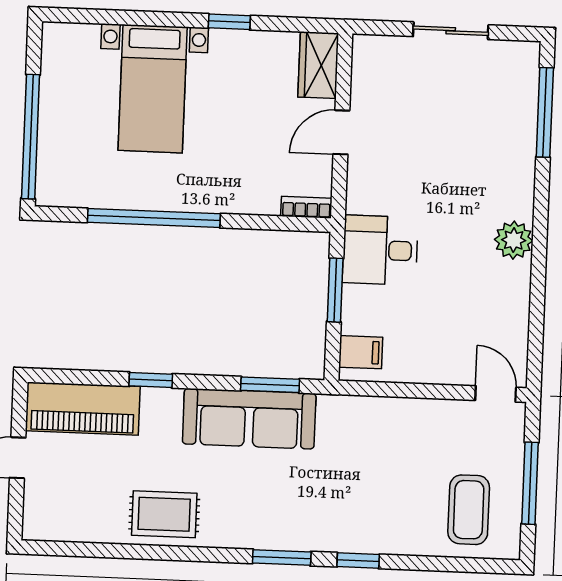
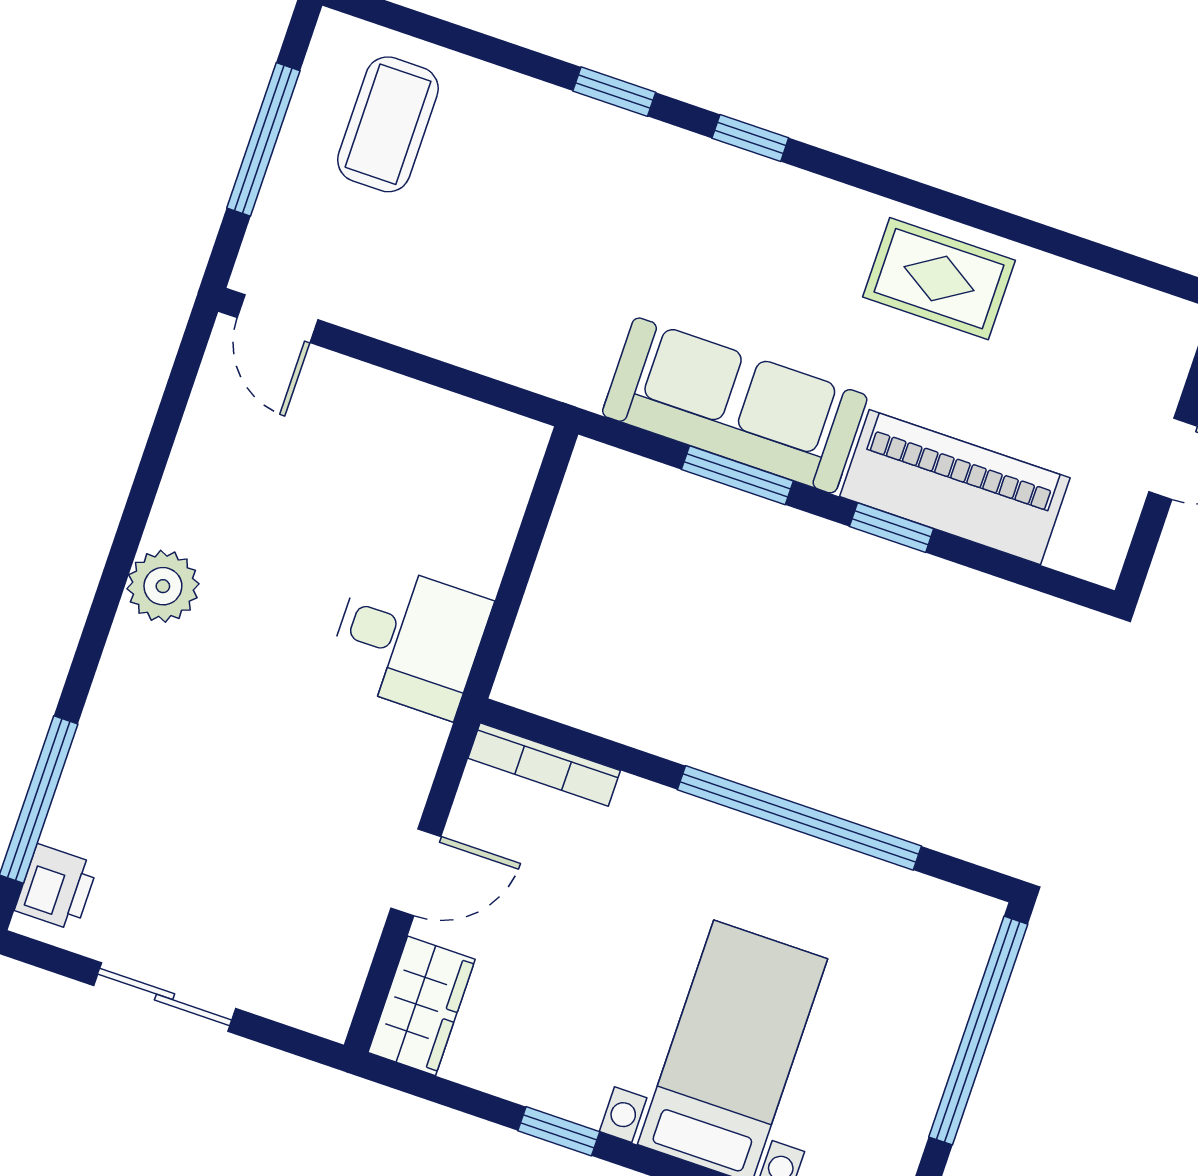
printer: (522, 70) -> (56, 887), added
bookcase: (306, 207) -> (544, 764), width x1.56
window: (335, 290) -> (511, 591), removed
filing cabinet: (361, 352) -> (498, 466), removed
window: (270, 385) -> (737, 475), moved
piano: (83, 409) -> (955, 487), moved
window: (282, 558) -> (750, 138), width x0.67

